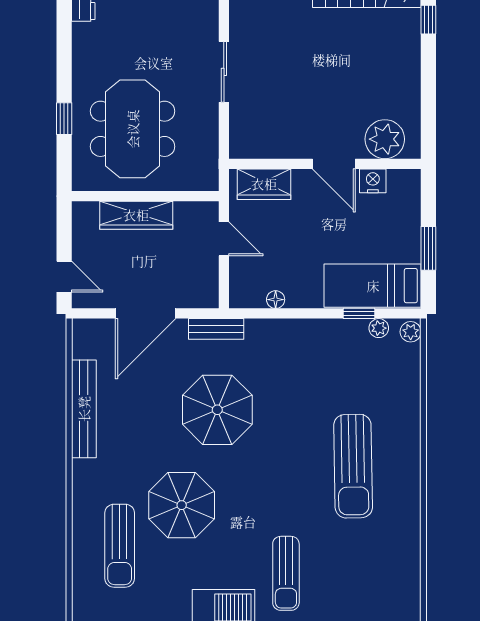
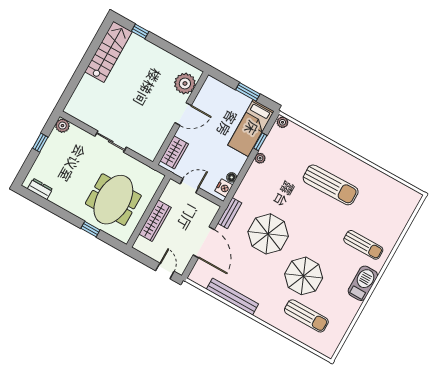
meeting table: (133, 129) -> (113, 200), turned 90
nightstand: (373, 181) -> (224, 188), moved, turned 180
door: (64, 277) -> (165, 271), hinge flipped
plant: (379, 328) -> (260, 158), moved

